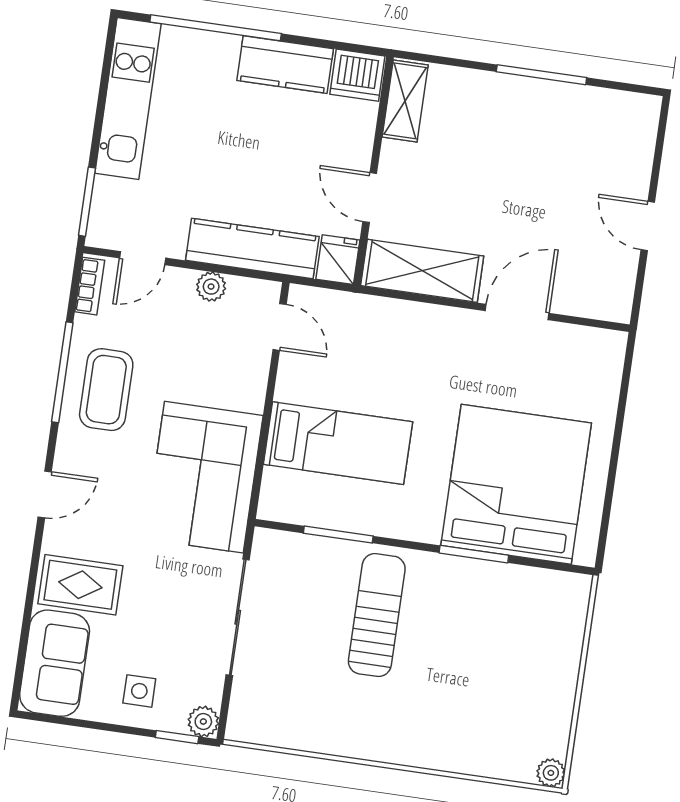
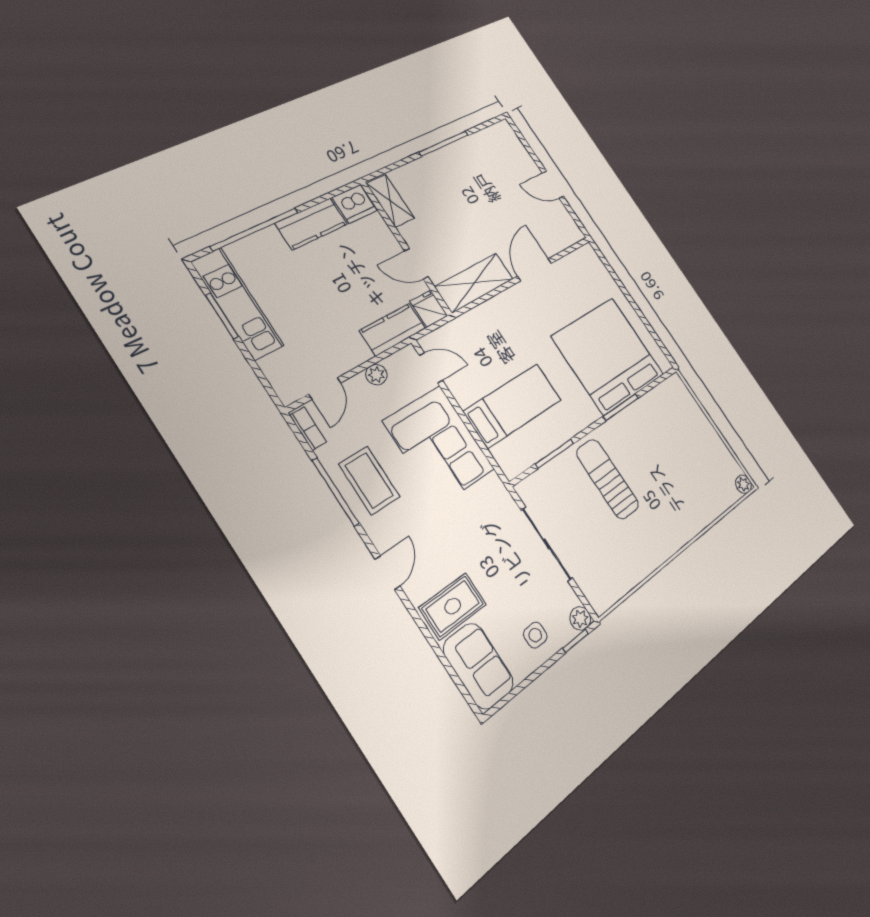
window: (87, 202) -> (222, 316), moved
kitchen counter: (252, 248) -> (393, 330), width x0.67
corner sofa: (204, 477) -> (439, 445), moved

